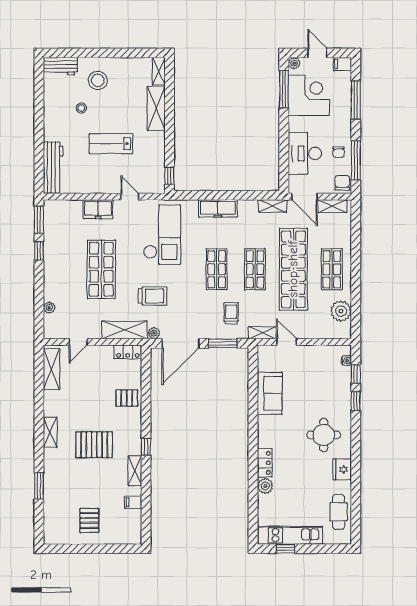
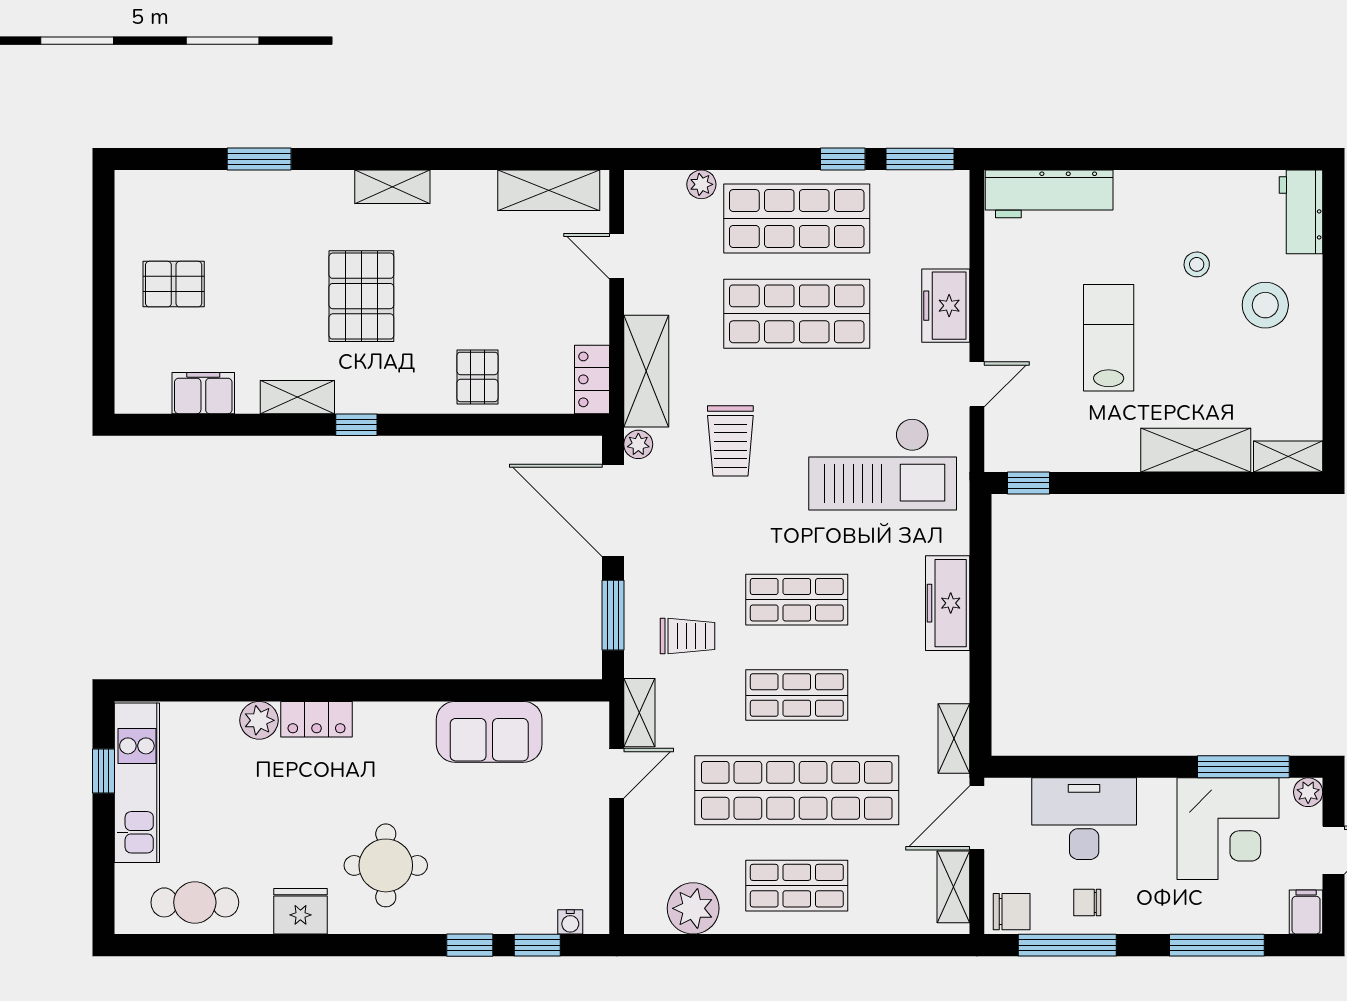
shop shelf: (63, 269) -> (797, 219), added
filing cabinet: (133, 502) -> (203, 393), width x2.00

